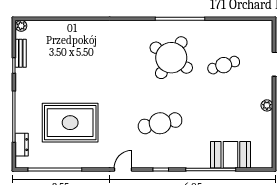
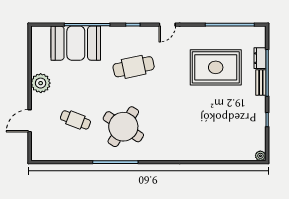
bench: (21, 53) -> (261, 82), moved
cafe table: (224, 65) -> (75, 120), turned 39
plant: (267, 105) -> (41, 83), width x1.87, depth x1.87
dresser: (22, 145) -> (260, 58), moved
booth: (230, 155) -> (76, 43), width x1.36, depth x1.42

